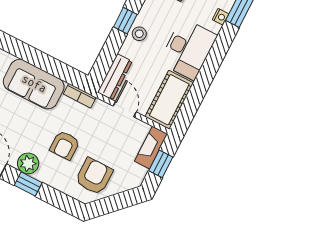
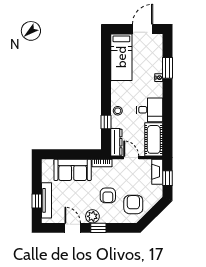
window: (125, 21) -> (106, 122), moved
desk: (188, 49) -> (150, 110), width x0.73

